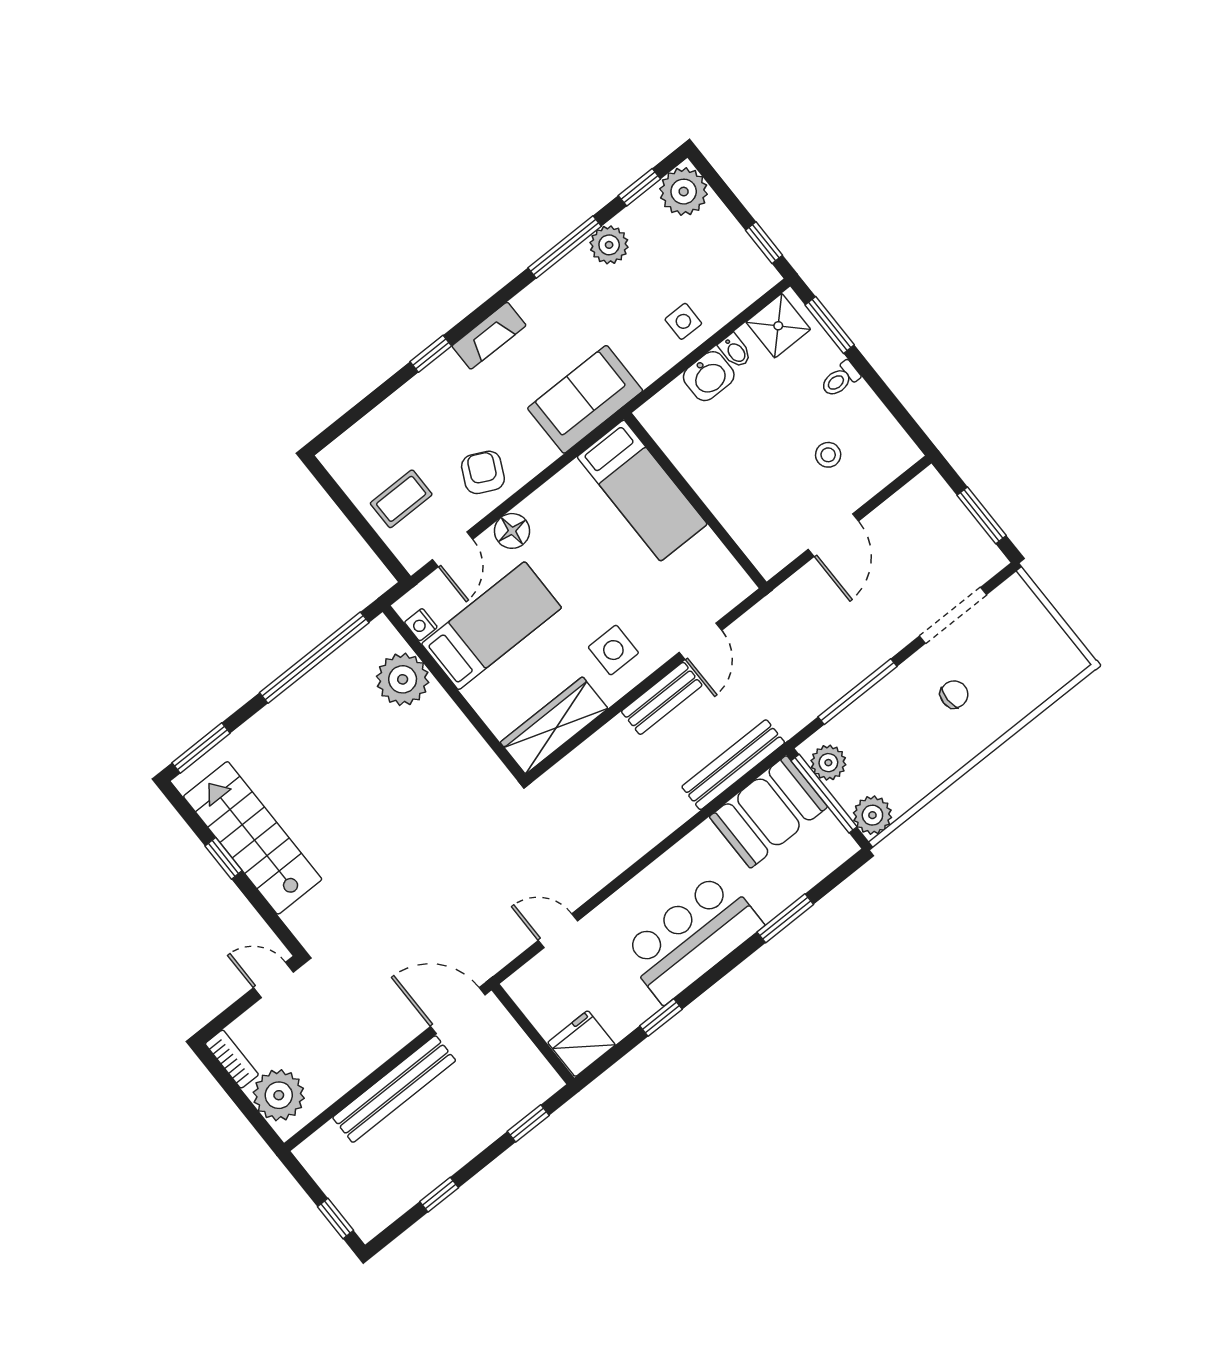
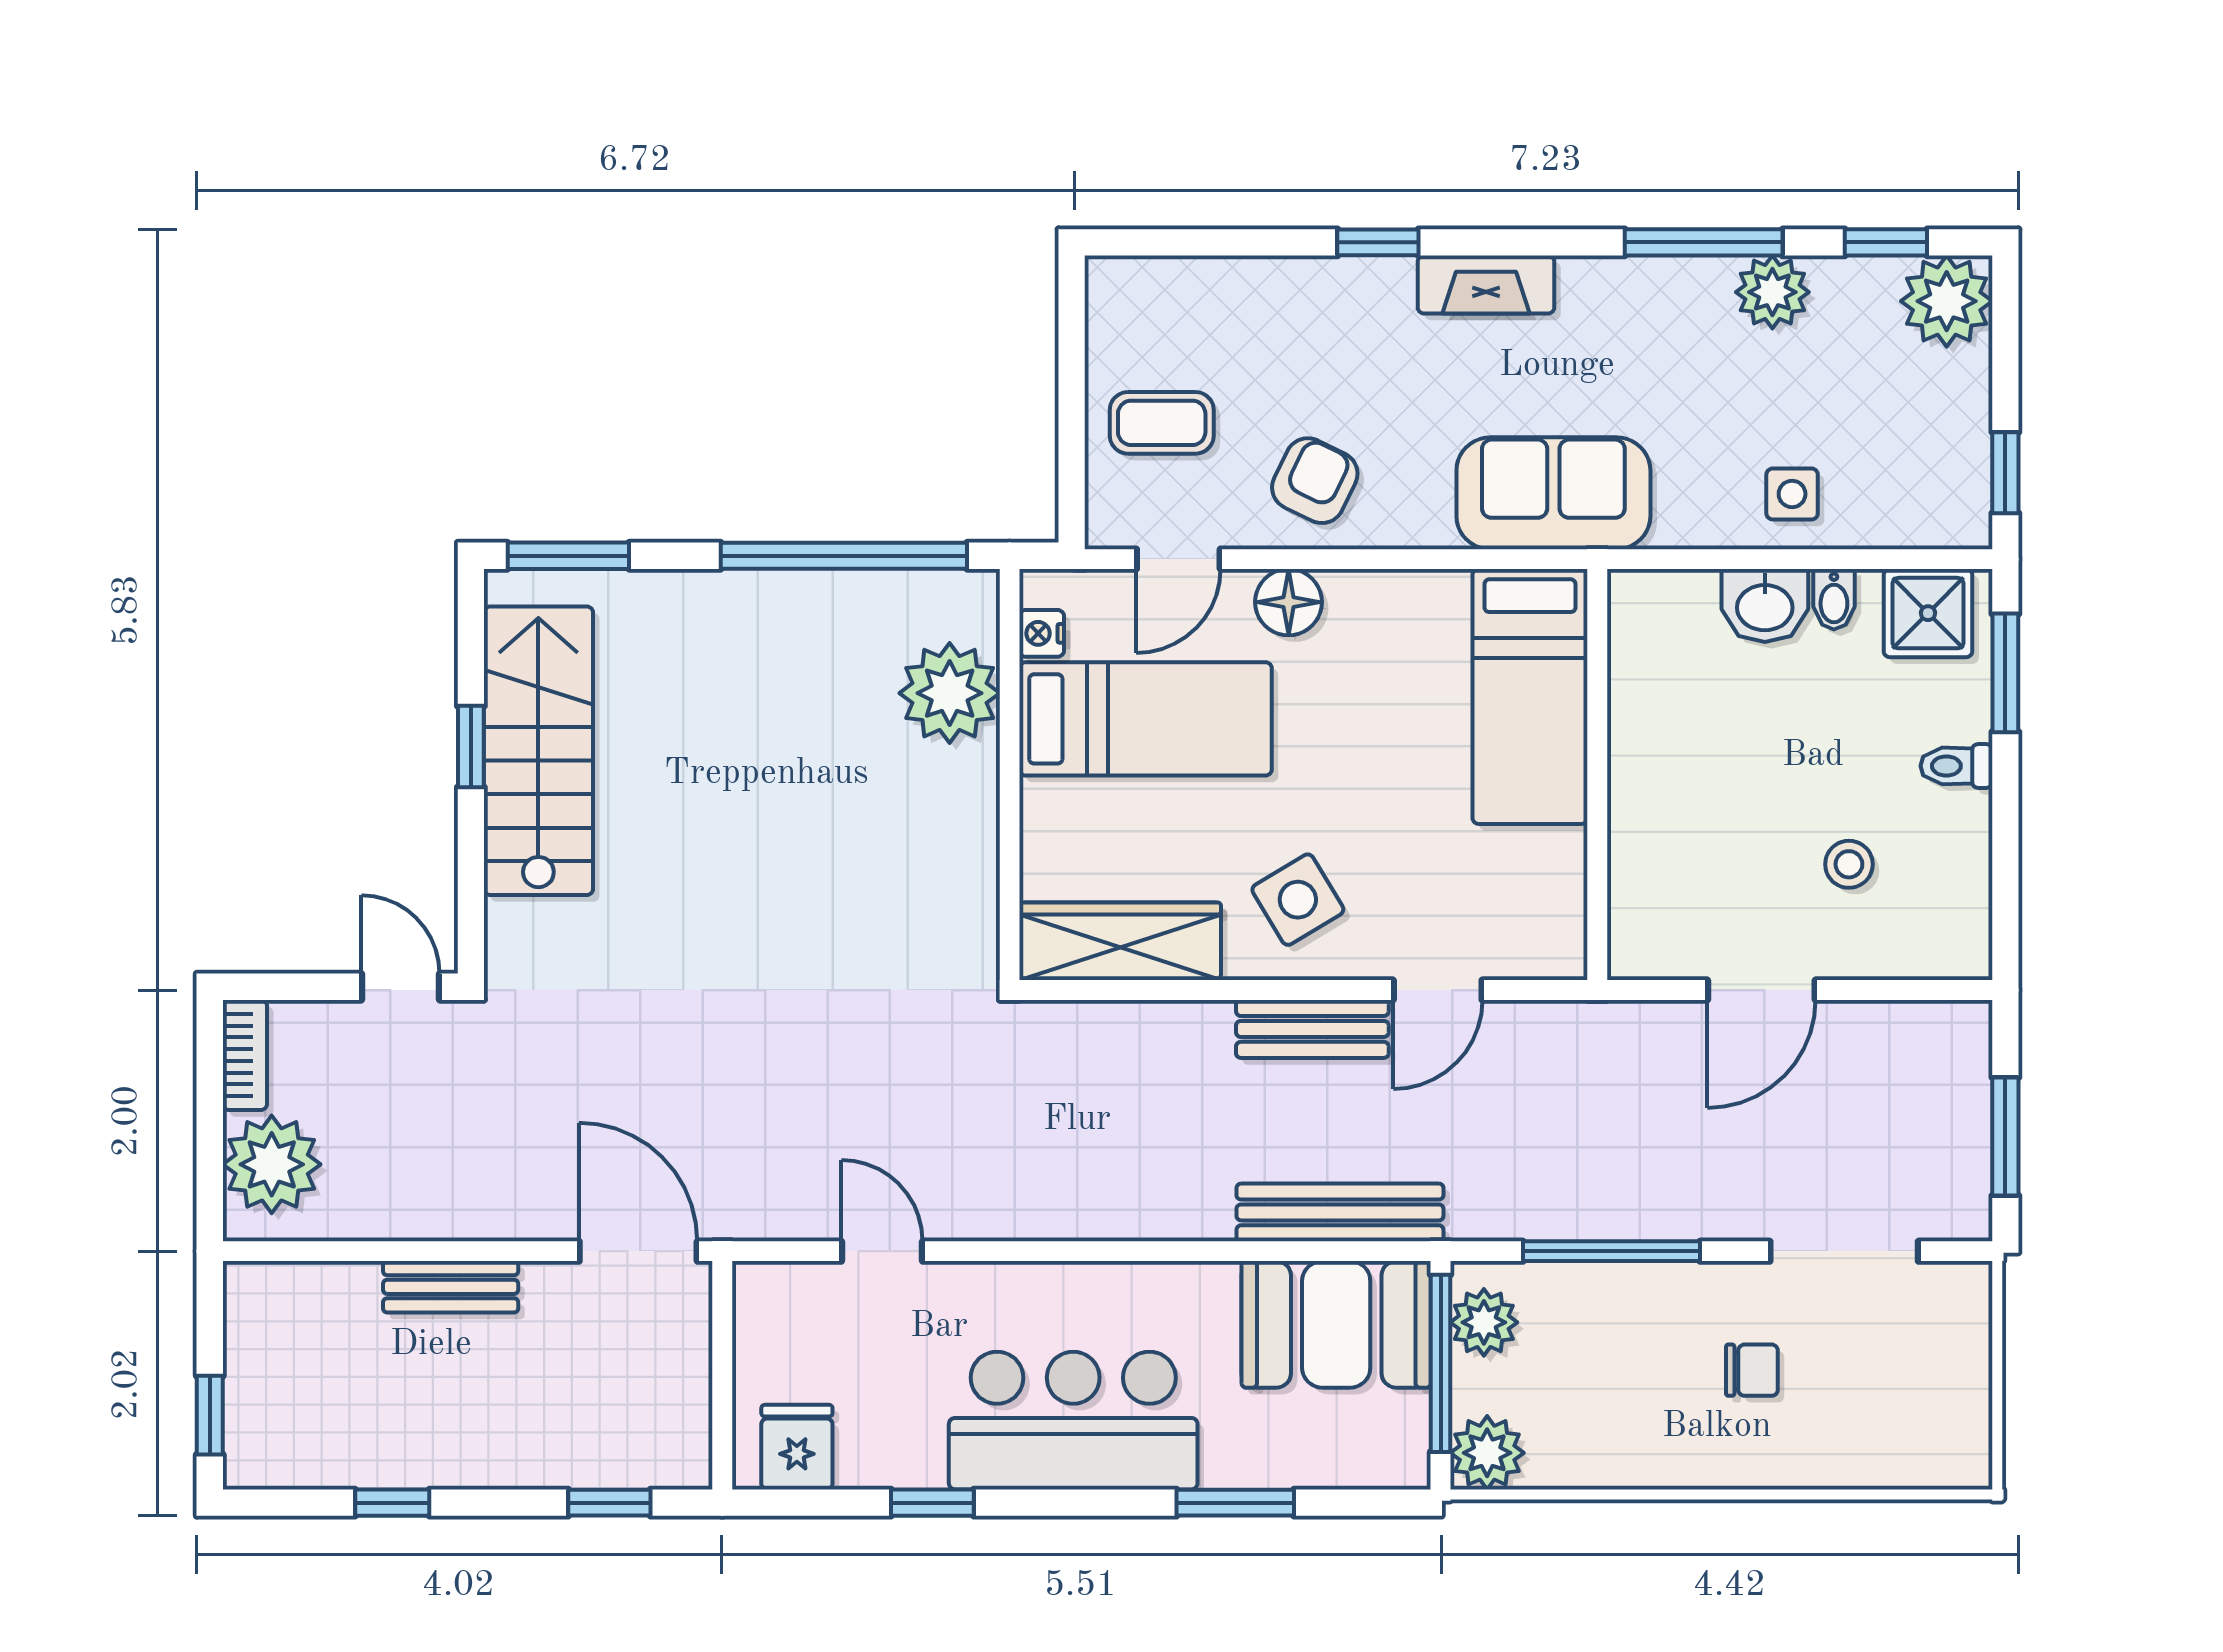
side table: (613, 650) -> (1298, 900), turned -31
fridge: (582, 1044) -> (797, 1447), width x0.72
bench: (394, 1089) -> (451, 1287), width x0.54, depth x0.82

